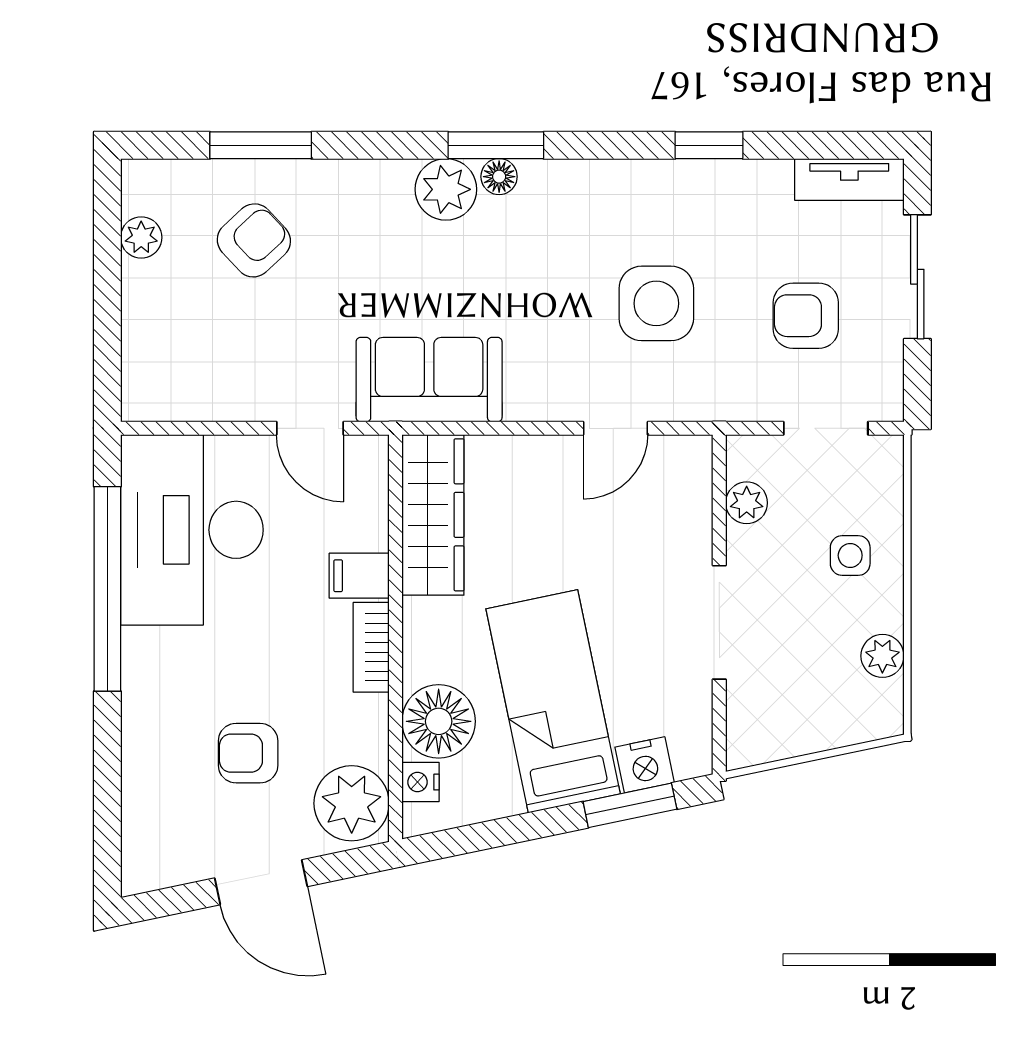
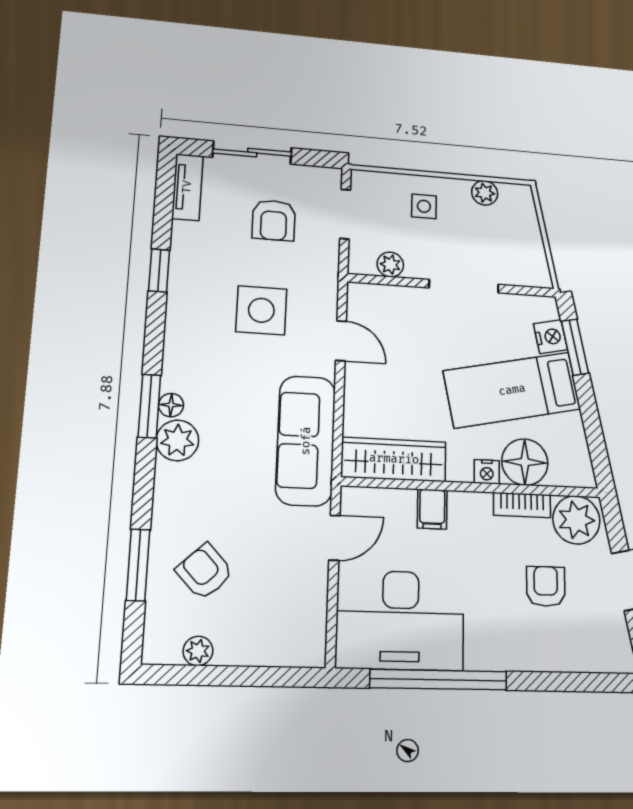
sofa: (429, 380) -> (306, 441), width x1.36
bookcase: (371, 647) -> (522, 505), moved
armchair: (248, 753) -> (546, 586), turned 180
nightstand: (420, 782) -> (487, 472), moved

